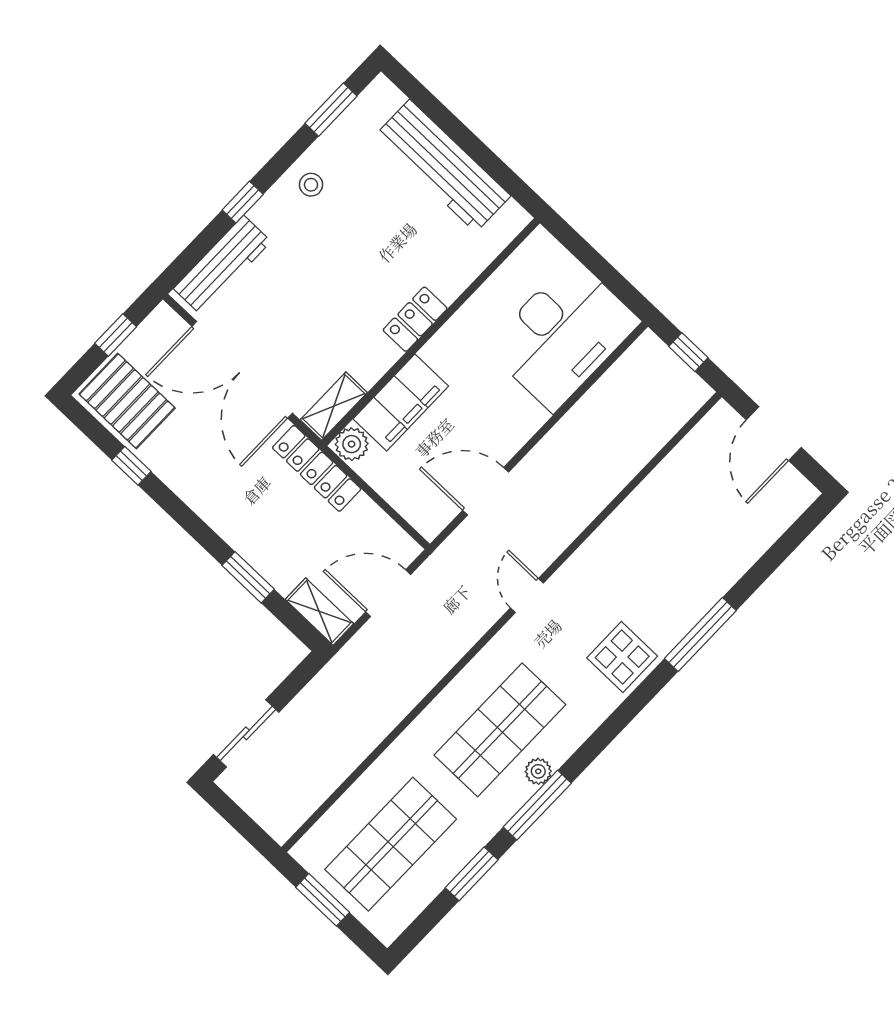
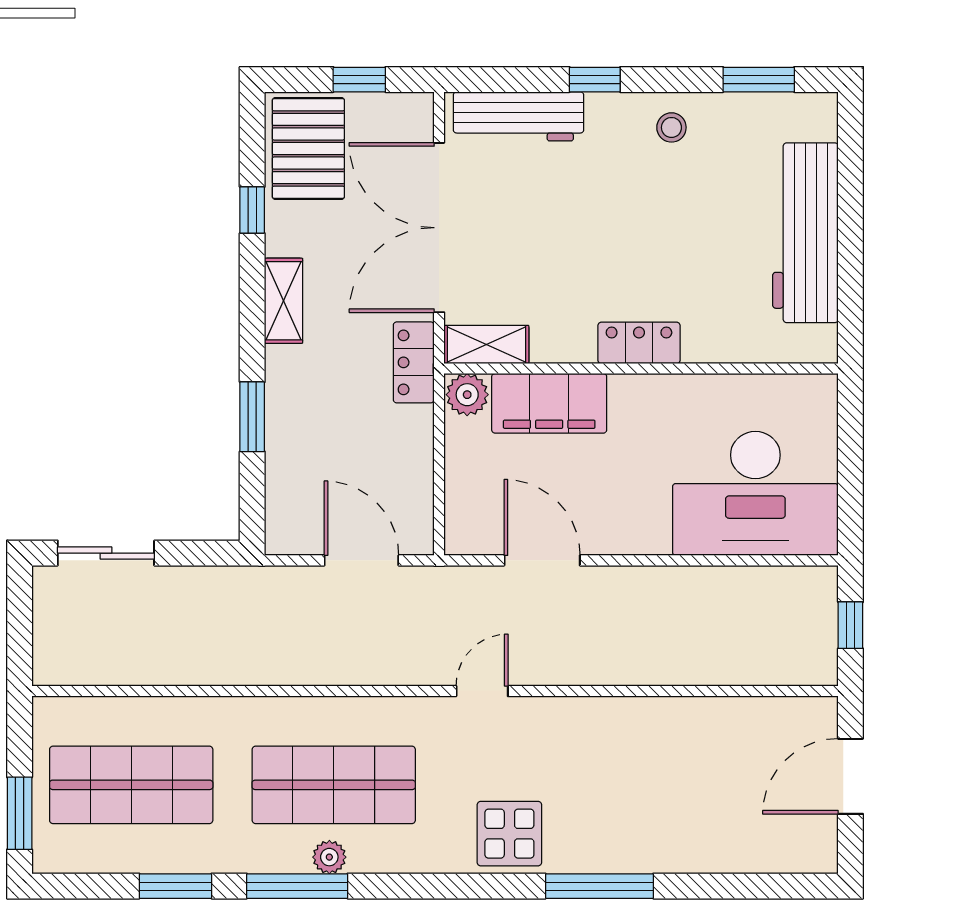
locker: (317, 468) -> (414, 362), width x0.66
shelving: (319, 612) -> (284, 301), moved
window: (323, 900) -> (20, 813), moved

